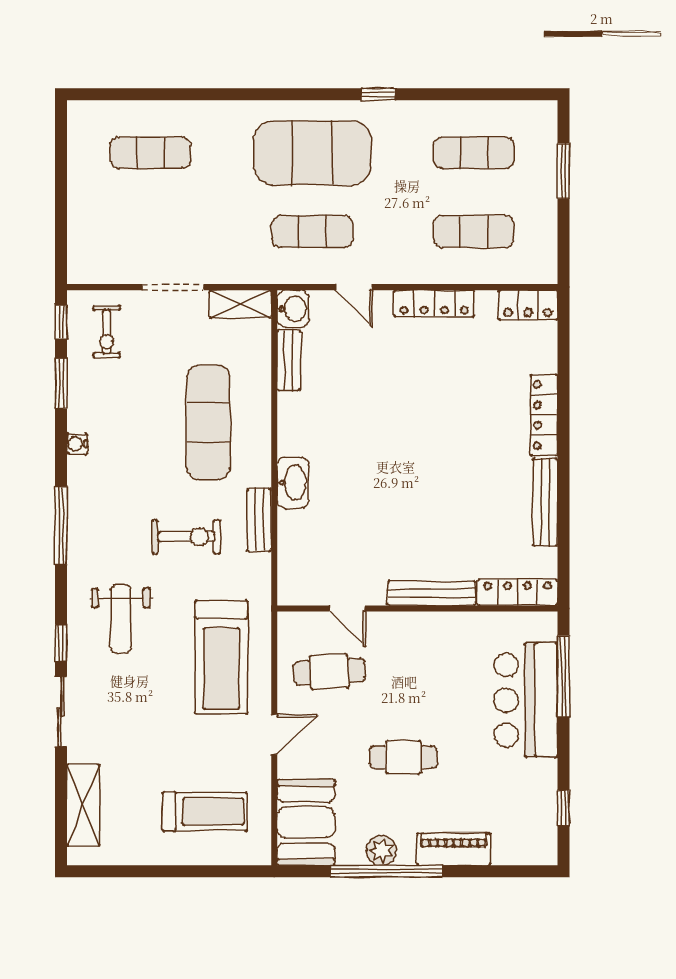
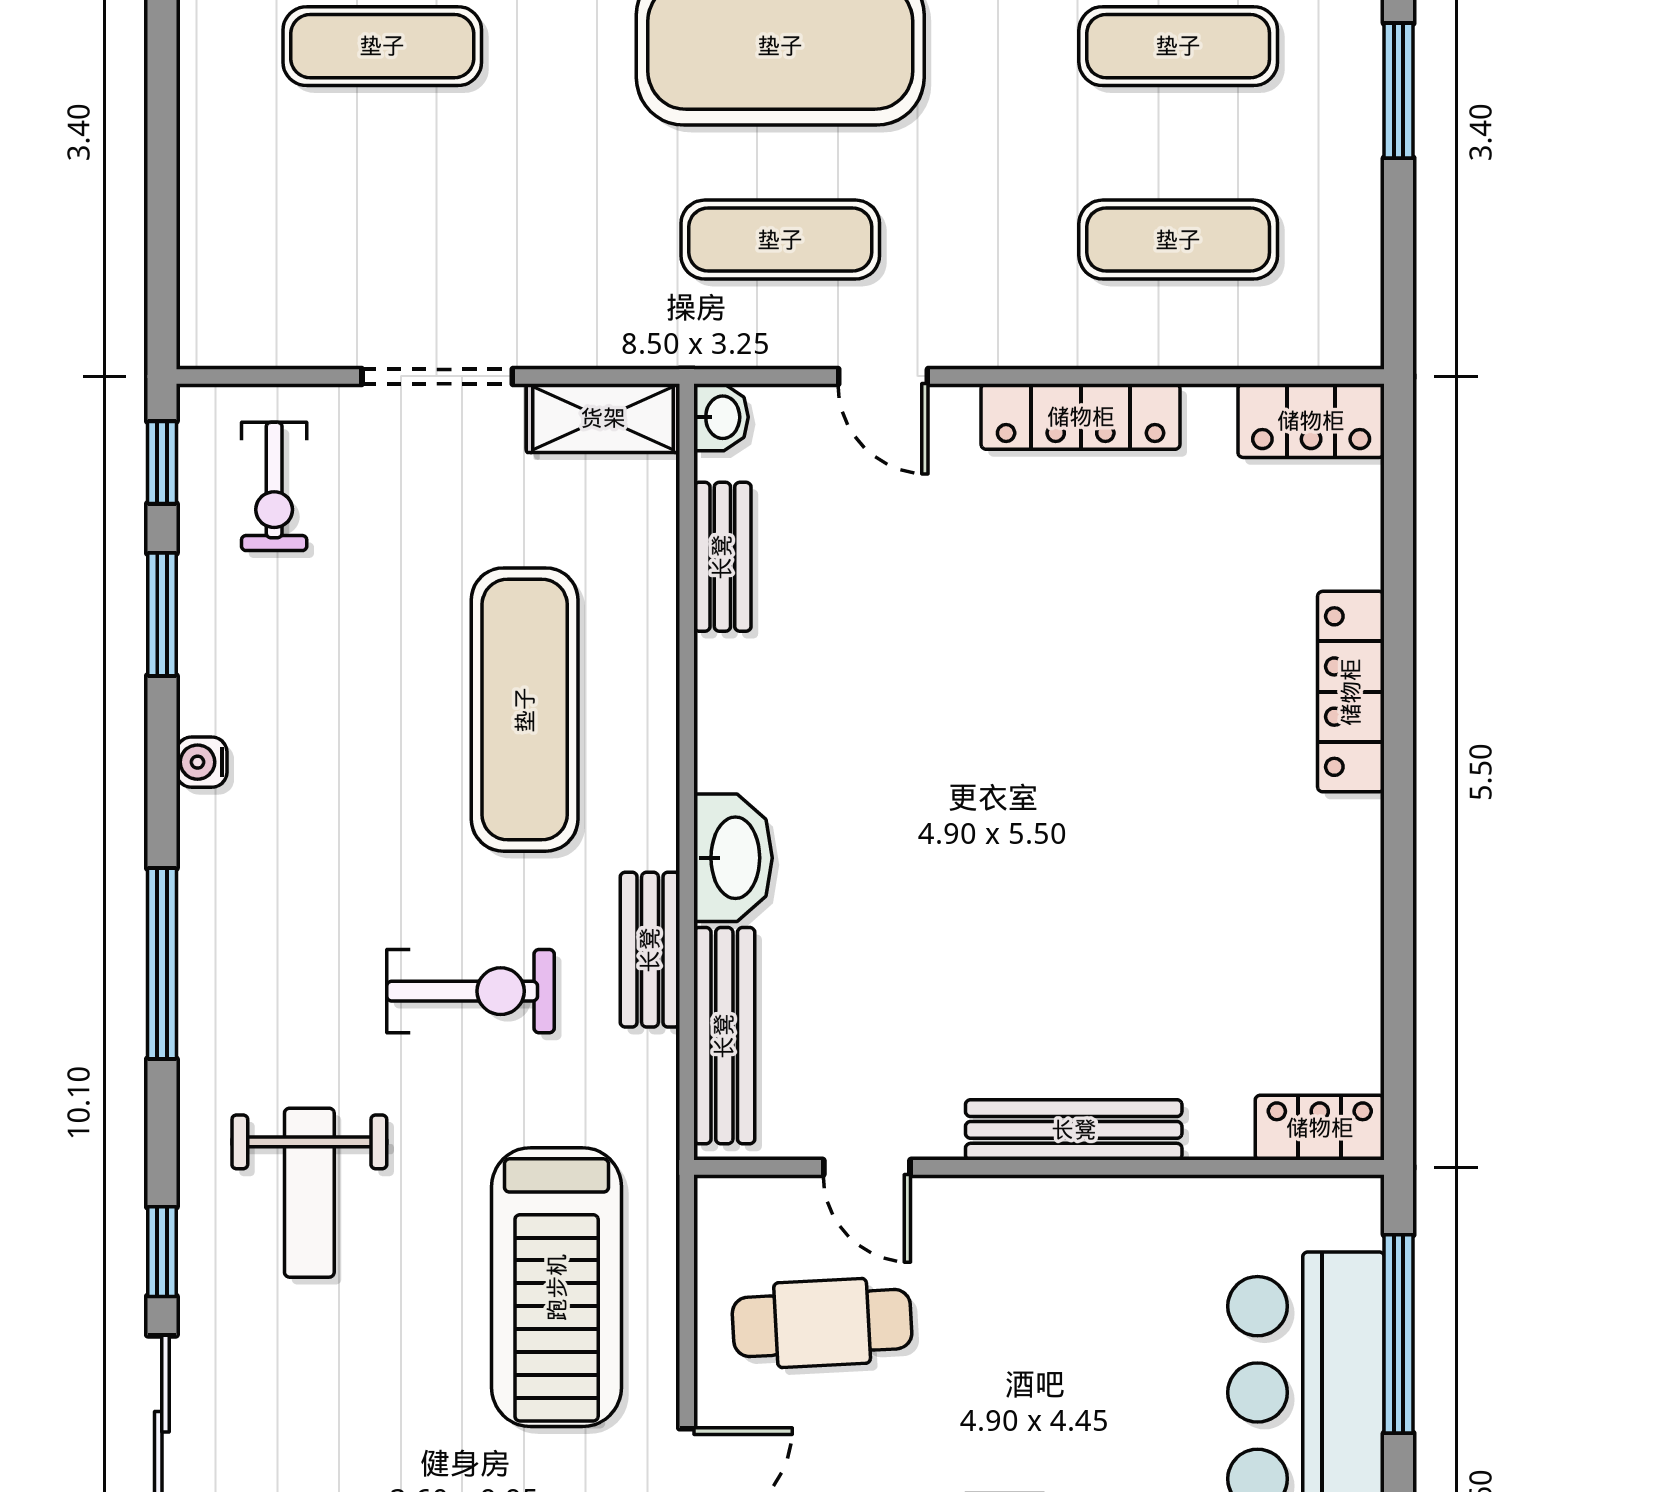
washbasin: (293, 309) -> (721, 417), width x0.72, depth x0.69
bench: (545, 502) -> (724, 1036), moved
locker: (518, 592) -> (1320, 1128), width x0.66

